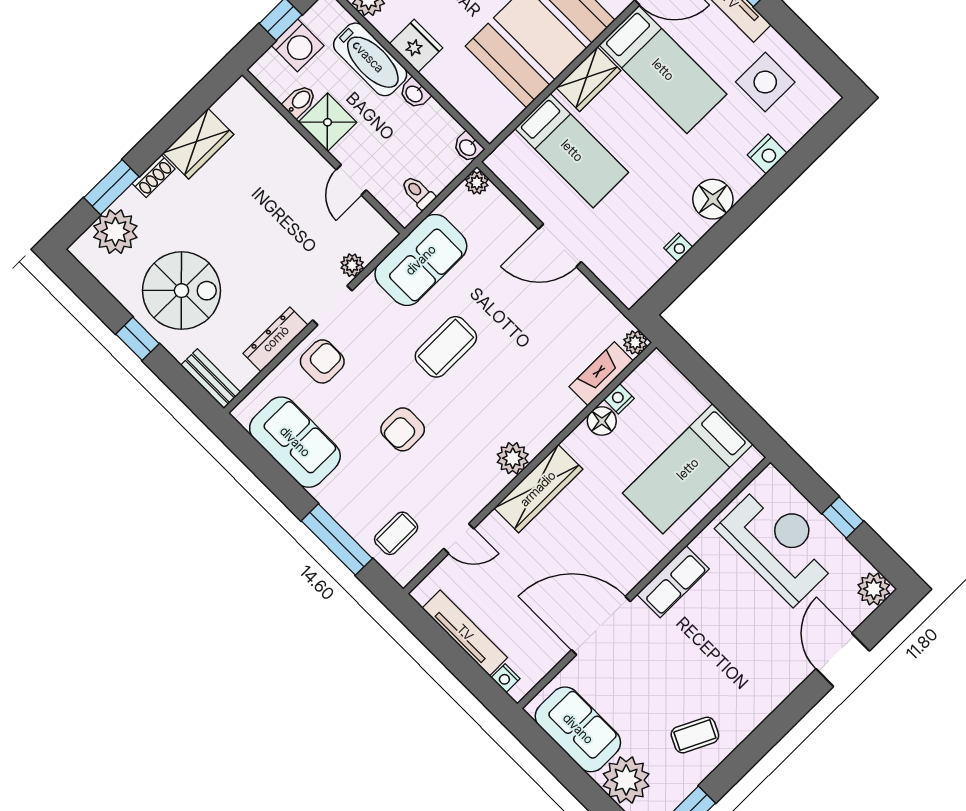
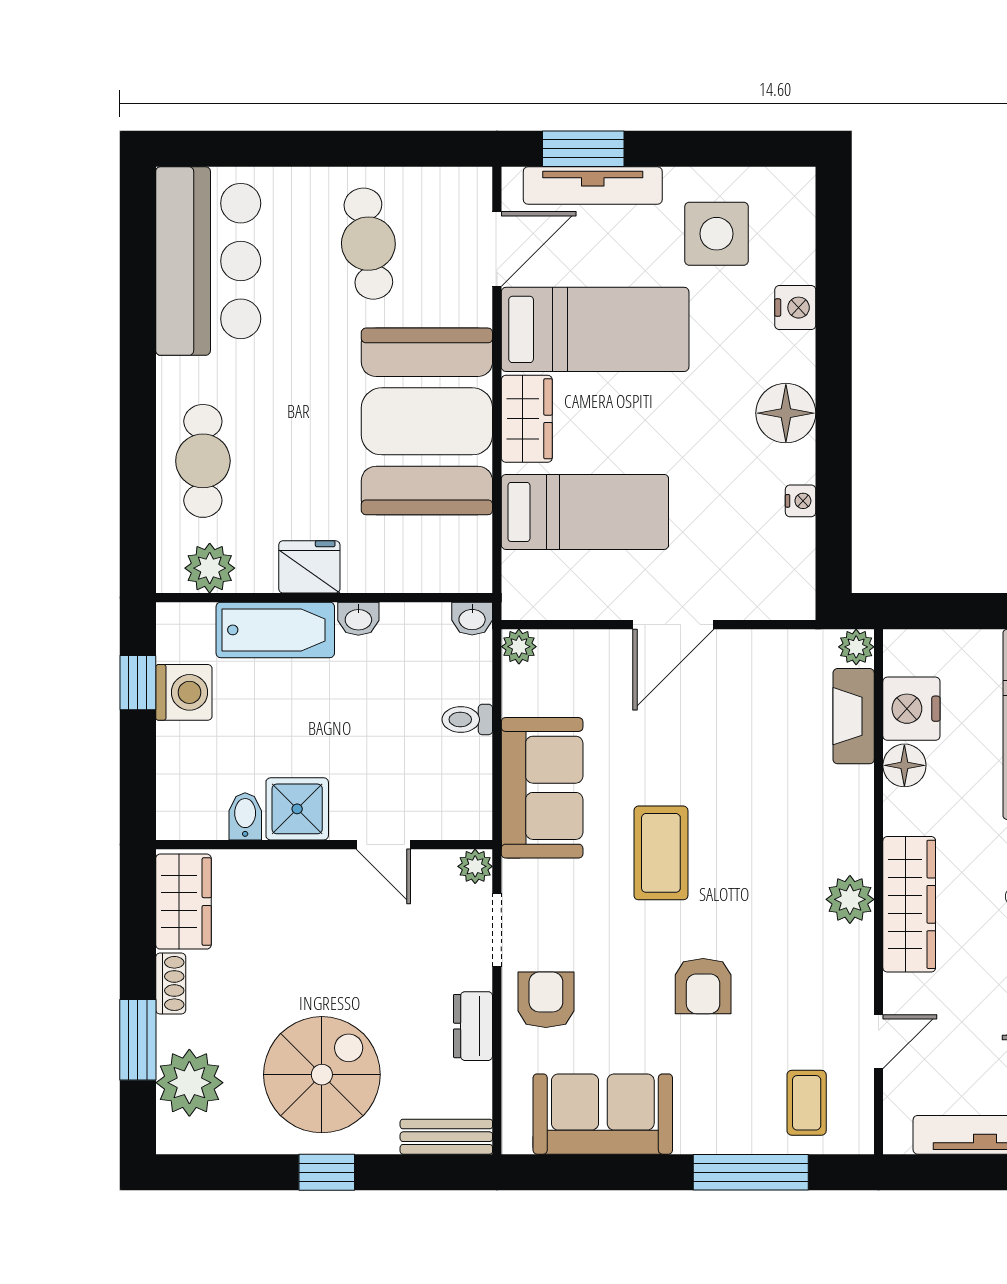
bidet: (300, 101) -> (245, 816), moved
shower: (328, 122) -> (297, 809), moved
wall: (323, 152) -> (324, 845), moved
door: (351, 180) -> (383, 845), moved
dresser: (276, 339) -> (473, 1026), width x0.70
nightstand: (619, 399) -> (911, 709), width x1.89, depth x1.79

